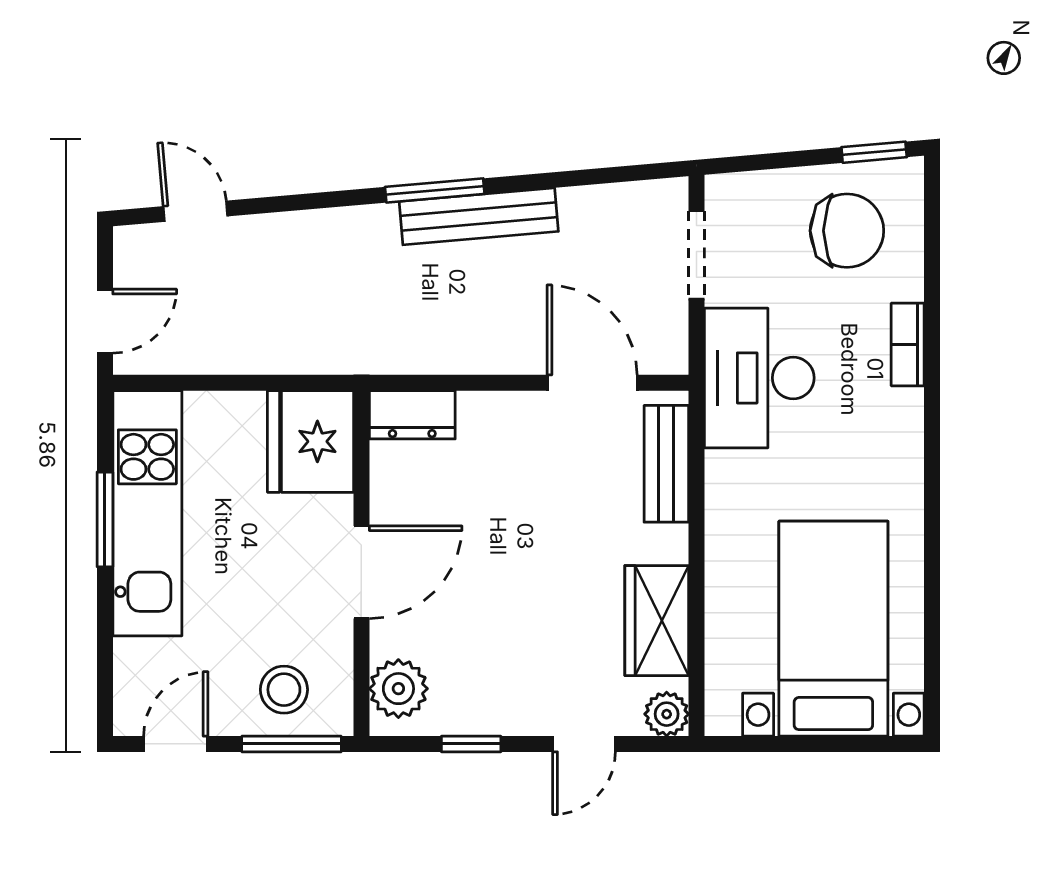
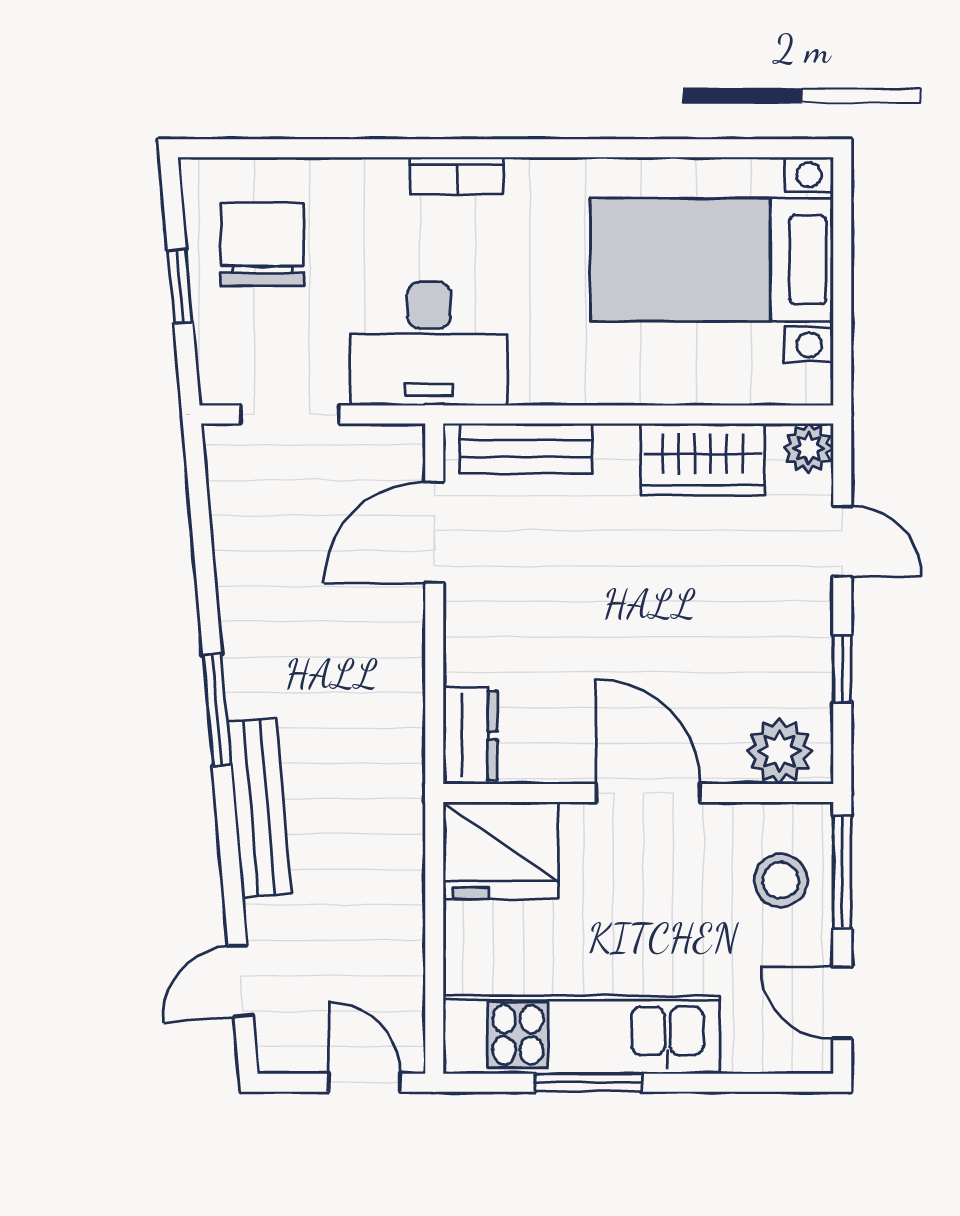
window: (874, 152) -> (180, 286), moved
bench: (479, 216) -> (259, 808), moved
bookcase: (908, 344) -> (457, 176), moved

